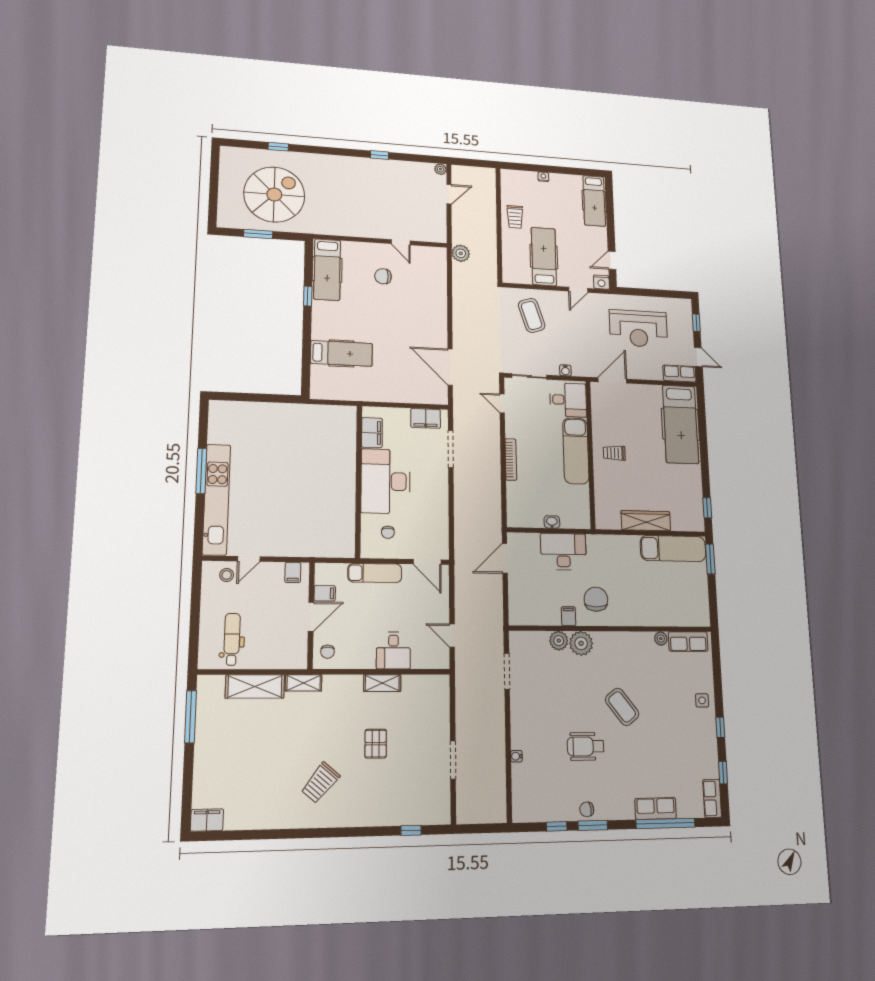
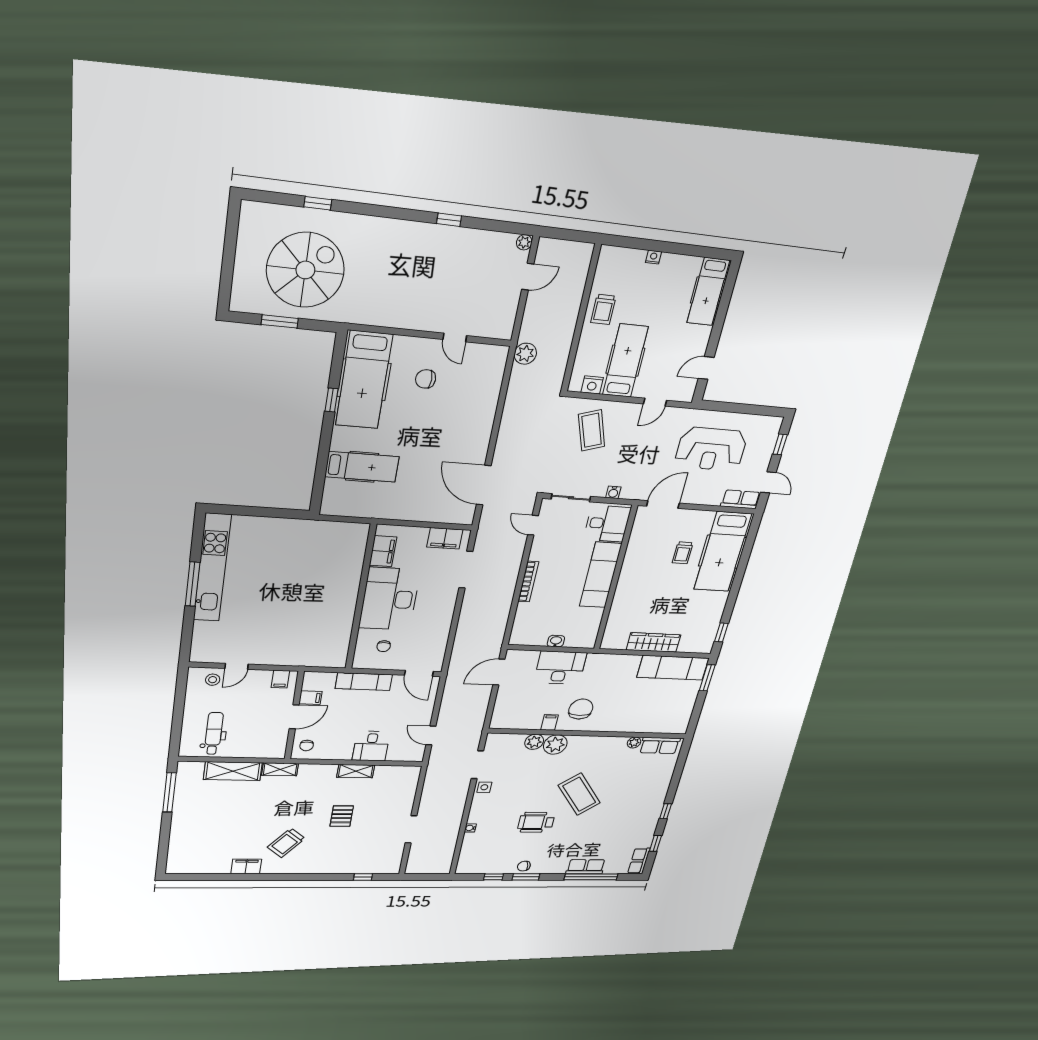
hospital bed: (327, 270) -> (364, 380), width x1.37, depth x1.29
nightstand: (601, 282) -> (592, 385), moved
trolley: (614, 453) -> (683, 553), moved, turned -90
kitchen unit: (216, 499) -> (212, 568), moved
side table: (702, 700) -> (484, 787), moved
coffee table: (622, 707) -> (579, 794), width x1.36, depth x1.32
filing cabinet: (207, 820) -> (246, 866), moved

